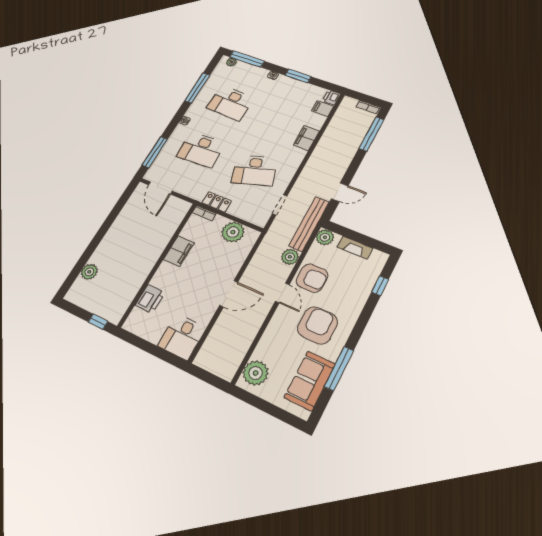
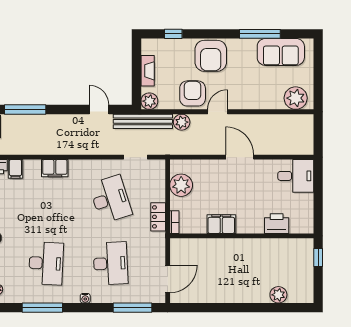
armchair: (317, 325) -> (211, 56), moved, turned -90

